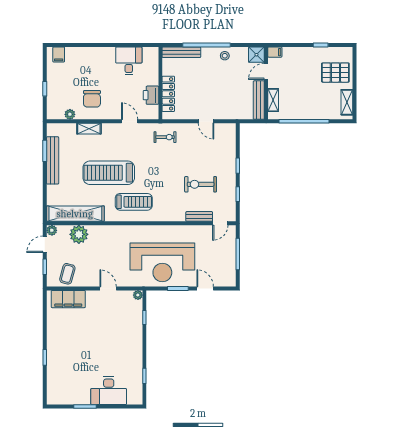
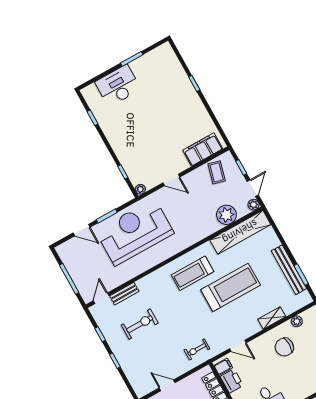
chair: (92, 99) -> (284, 347), turned -90
filing cabinet: (151, 111) -> (223, 367), added

